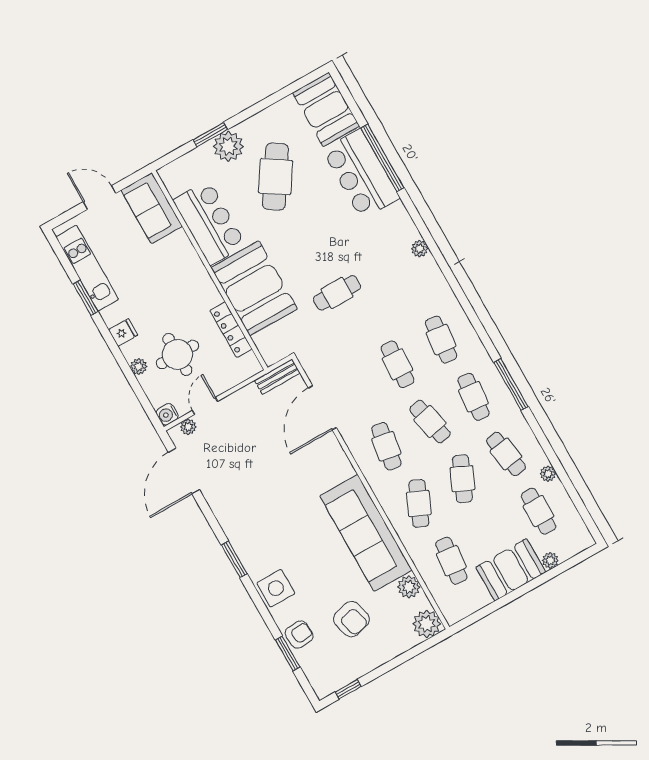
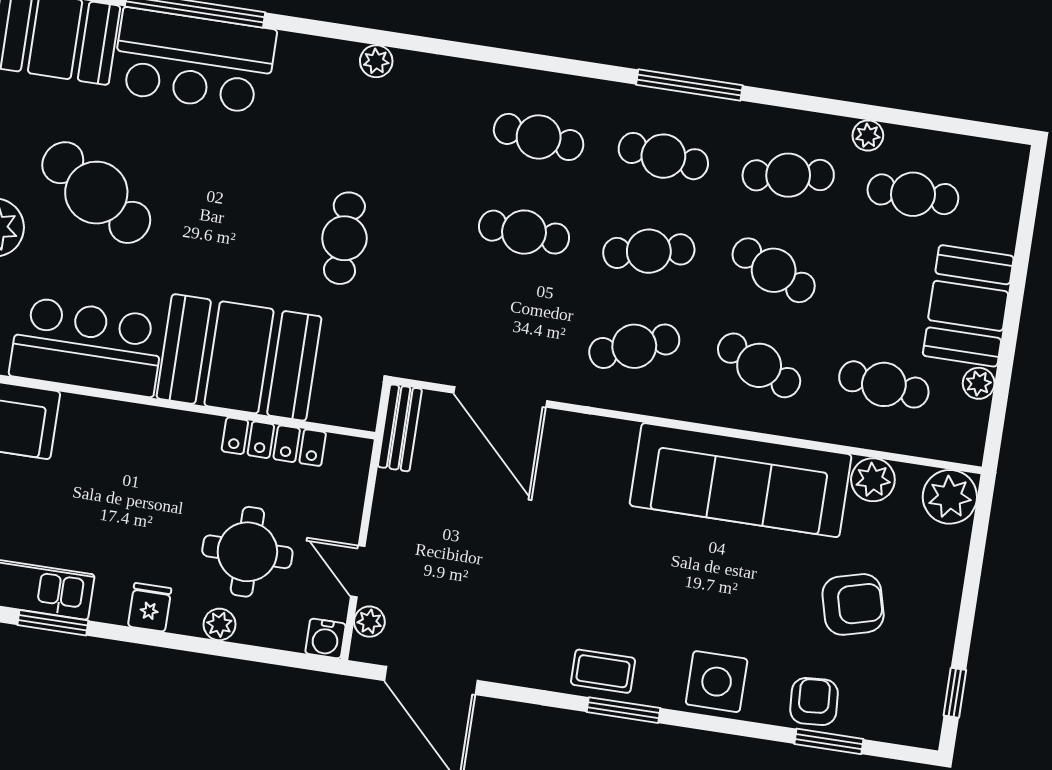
cafe table: (386, 446) -> (634, 346), turned -30
coffee table: (243, 538) -> (603, 671), added
plant: (550, 560) -> (979, 383), moved

